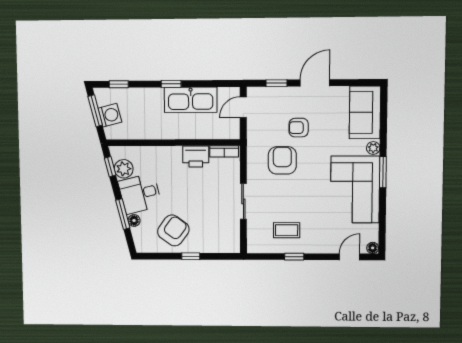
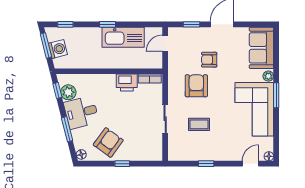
floor lamp: (134, 221) -> (81, 154), moved
coffee table: (287, 230) -> (199, 124), moved

